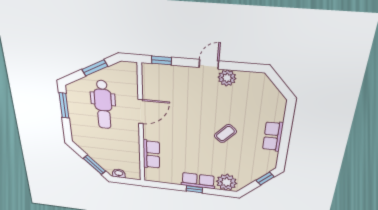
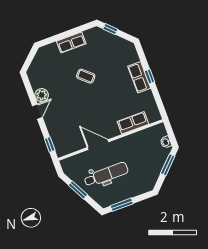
door: (209, 64) -> (37, 112), swing flipped
plant: (226, 182) -> (129, 55), removed

